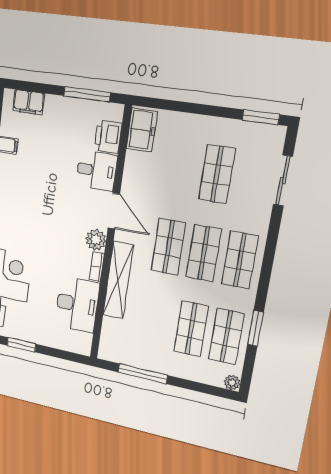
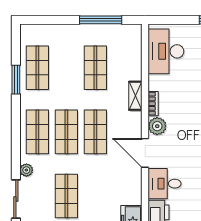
shelving: (118, 280) -> (135, 96), width x0.45, depth x0.75
desk: (77, 304) -> (166, 51), moved
shop shelf: (191, 329) -> (95, 68), moved
plant: (232, 383) -> (26, 170), moved

